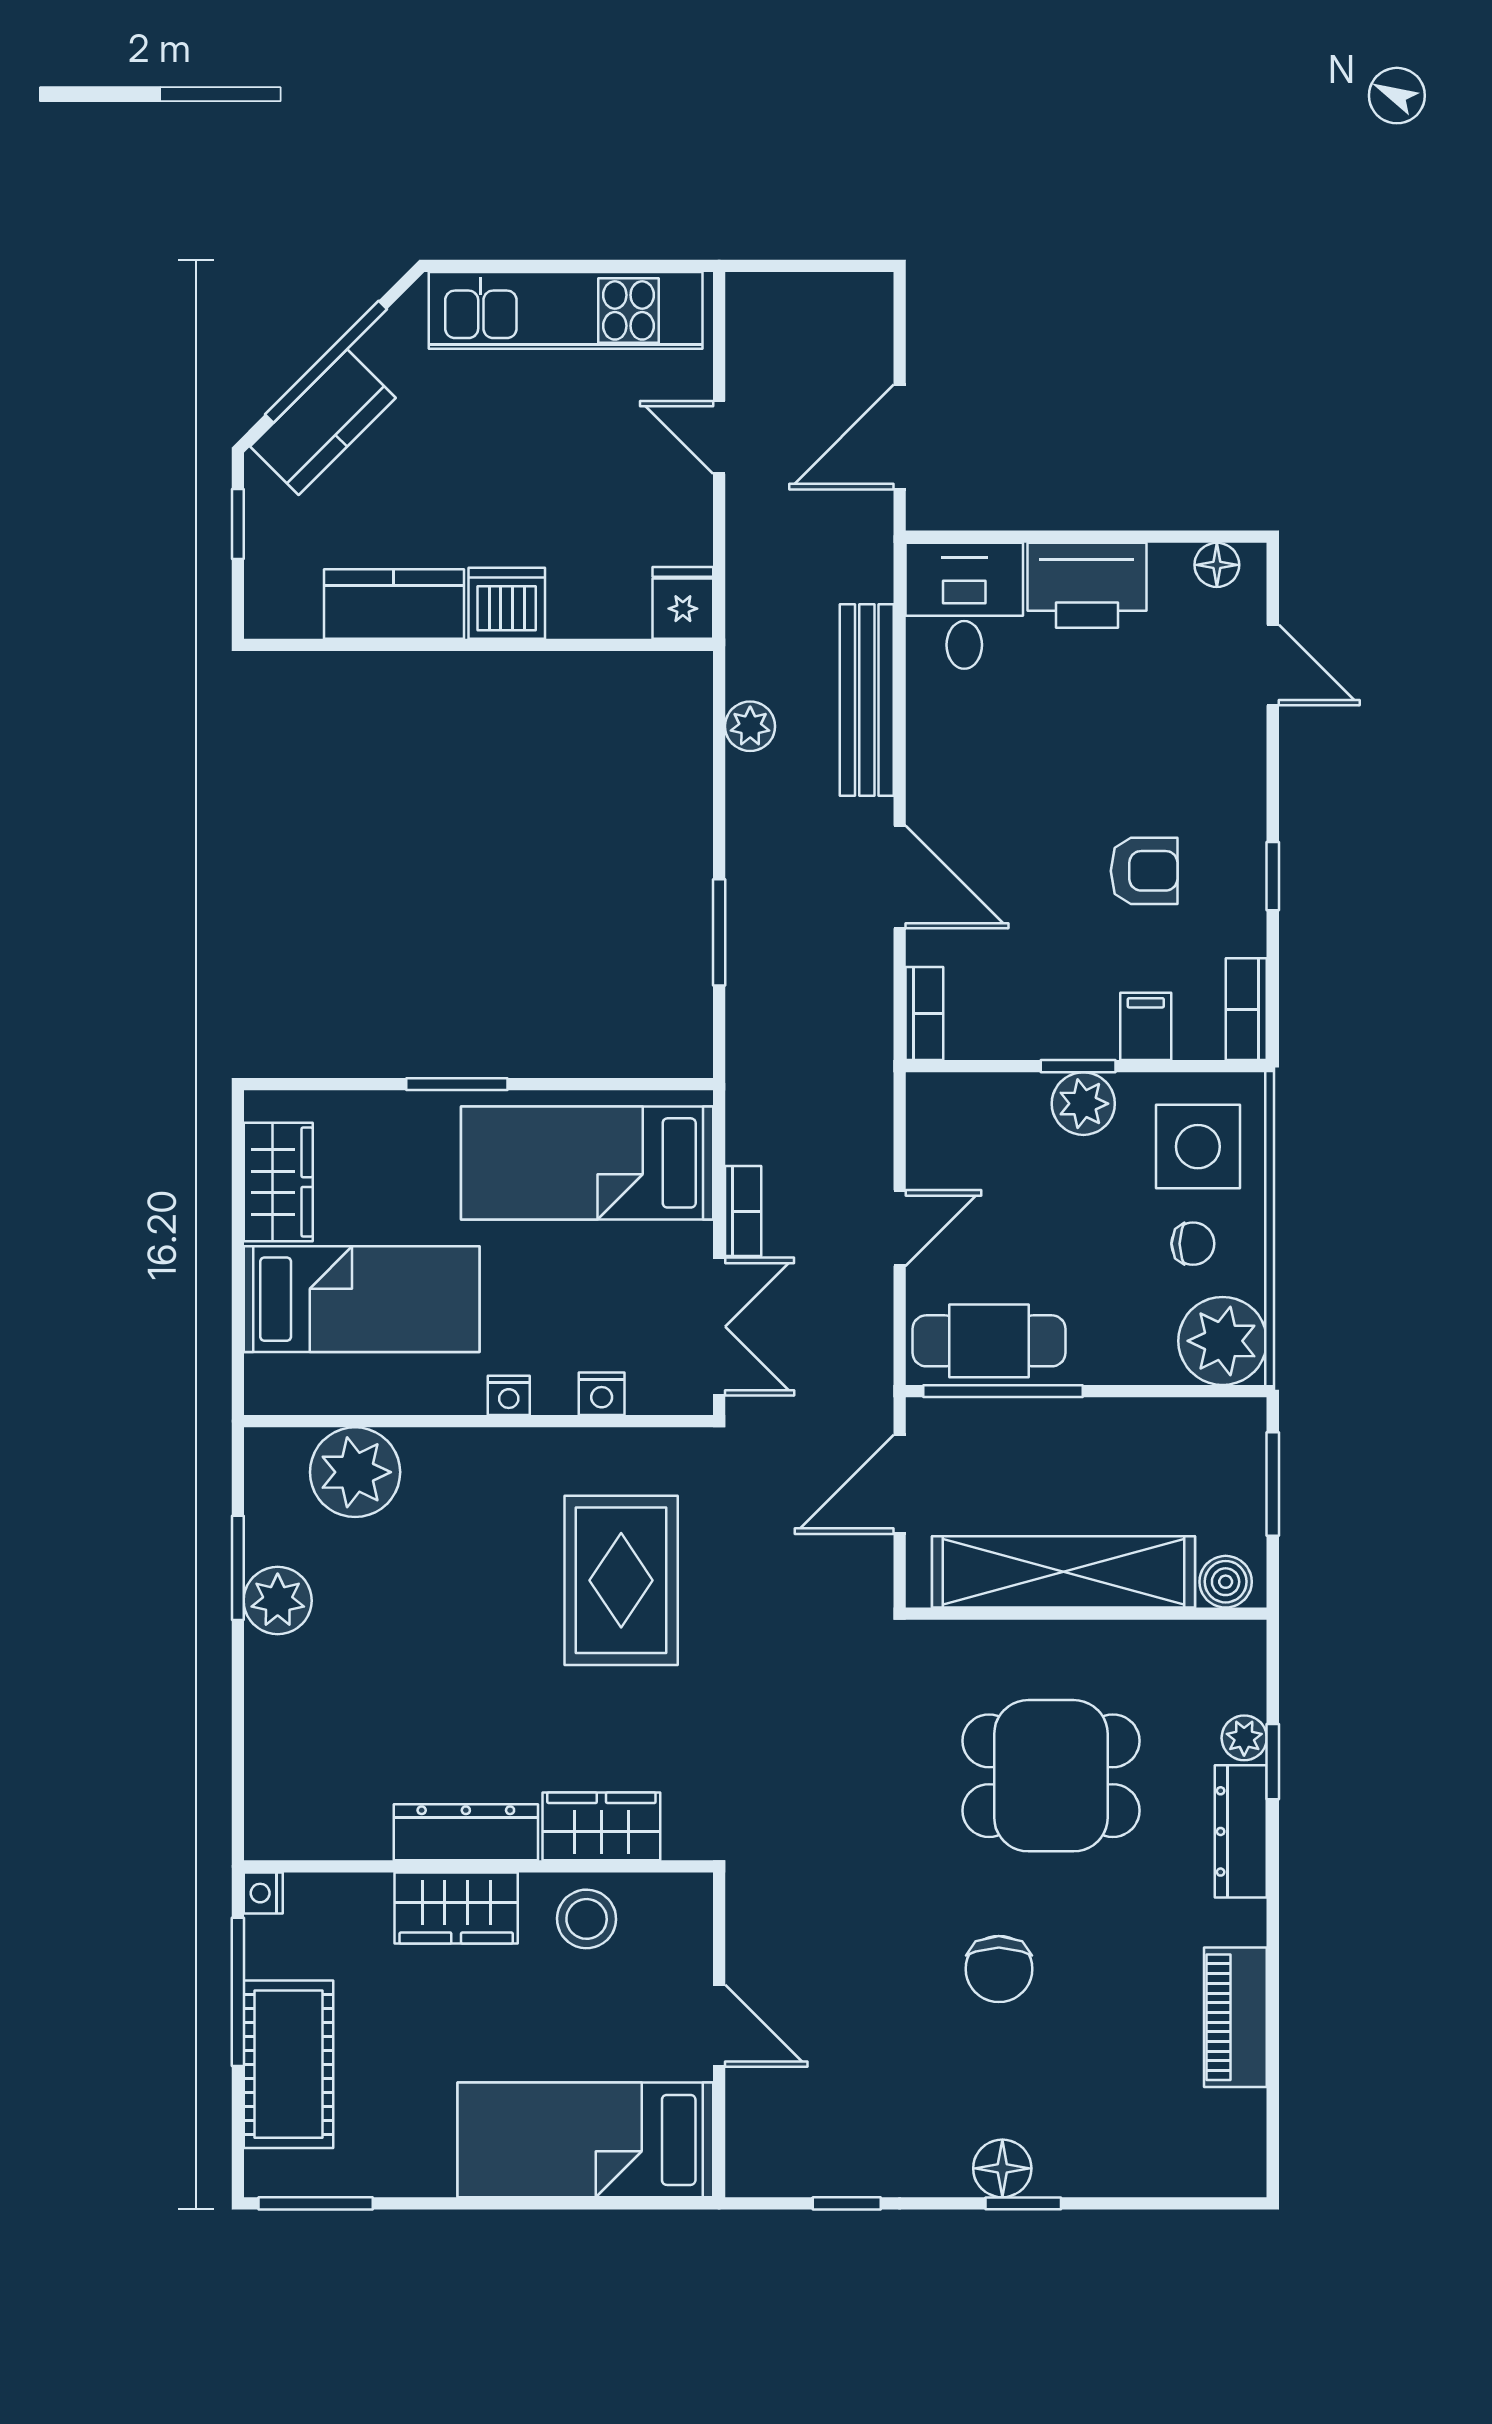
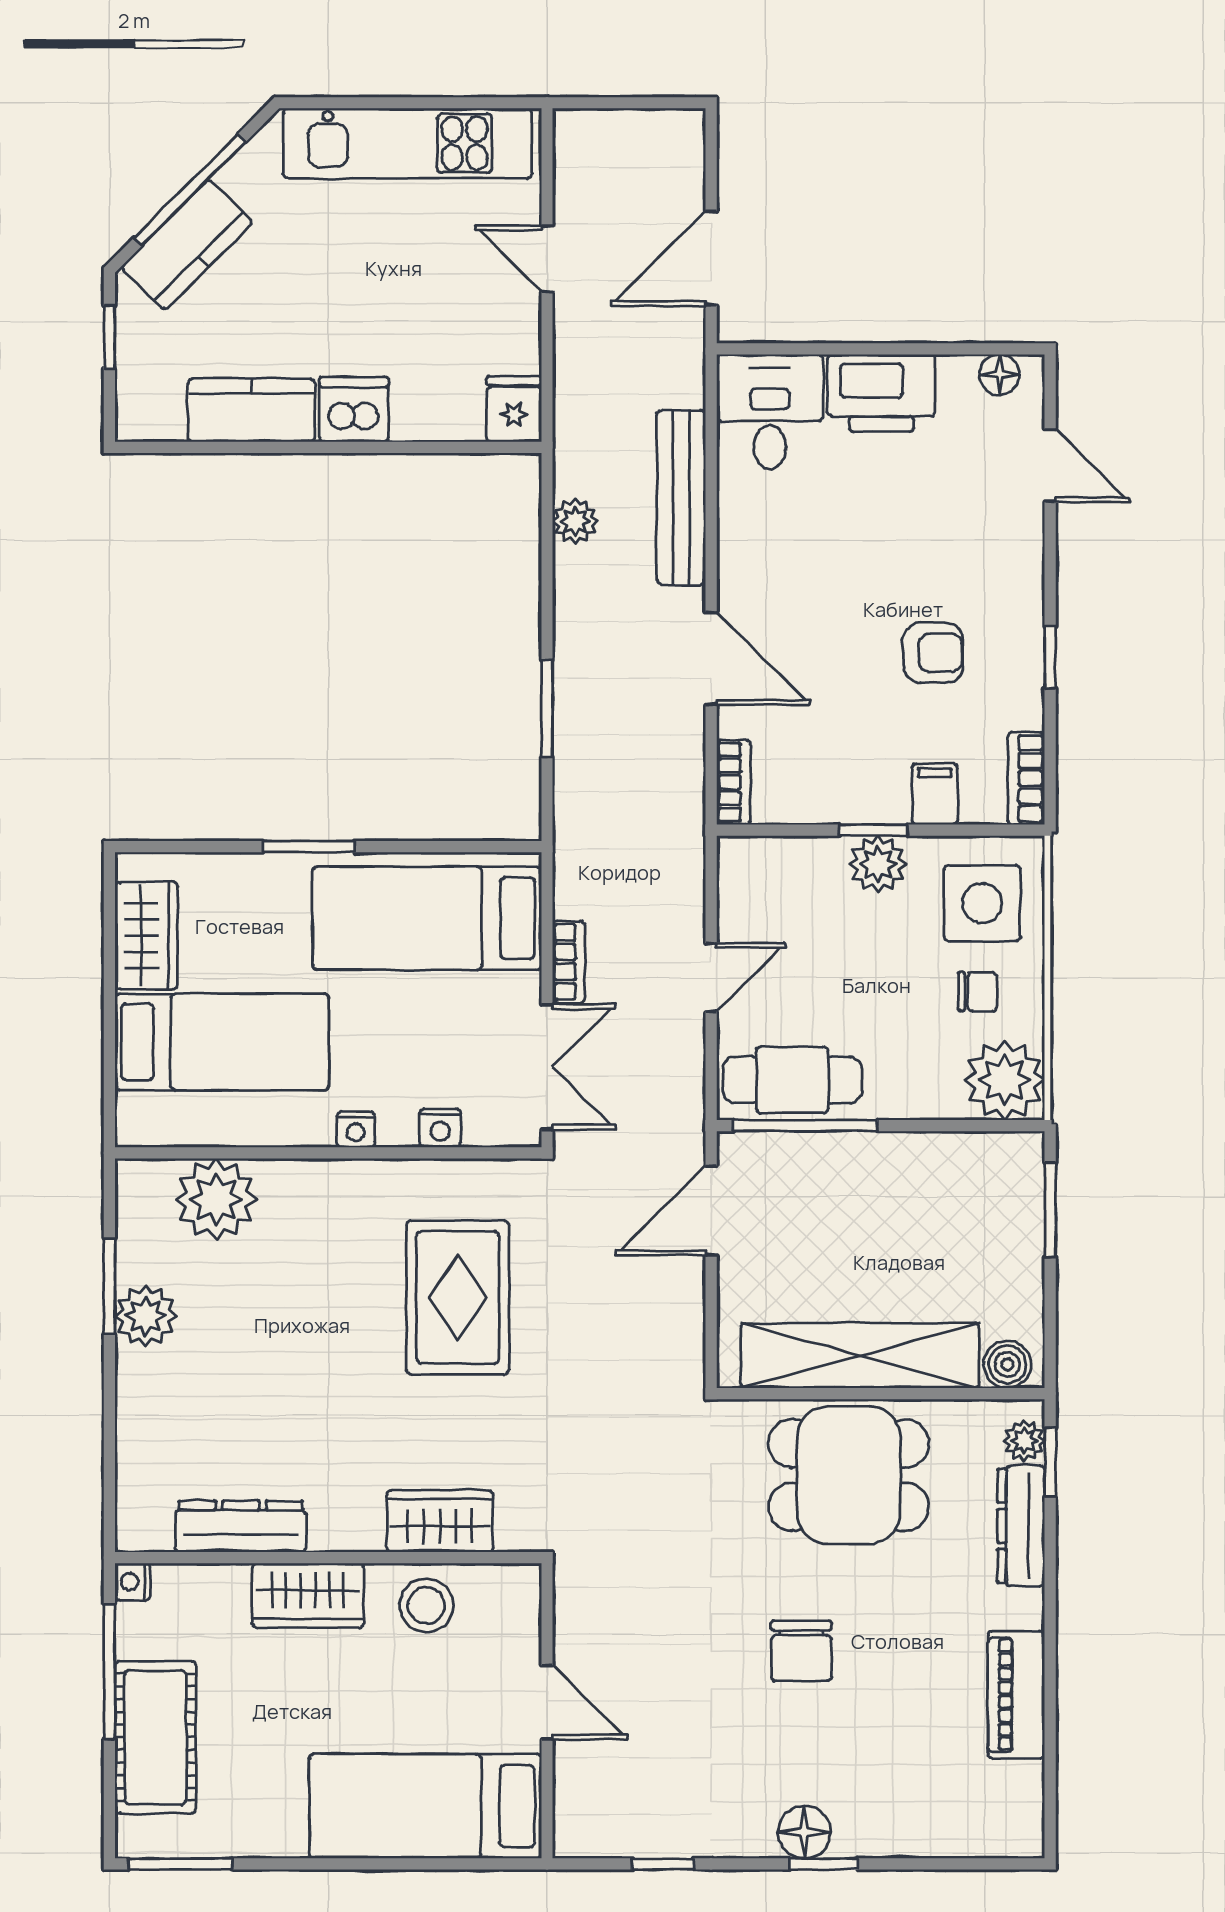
shelving: (1063, 1572) -> (860, 1356), moved
boiler: (1226, 1582) -> (1007, 1364), moved
wall: (1086, 1614) -> (881, 1394), moved
dresser: (466, 1832) -> (241, 1527), moved

